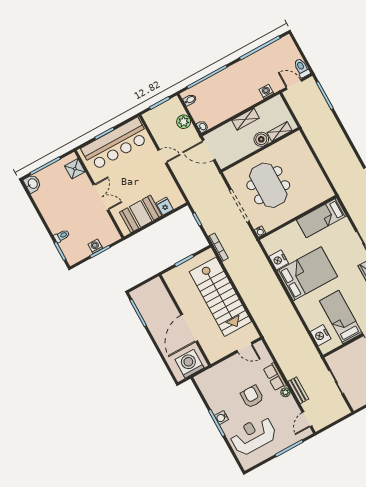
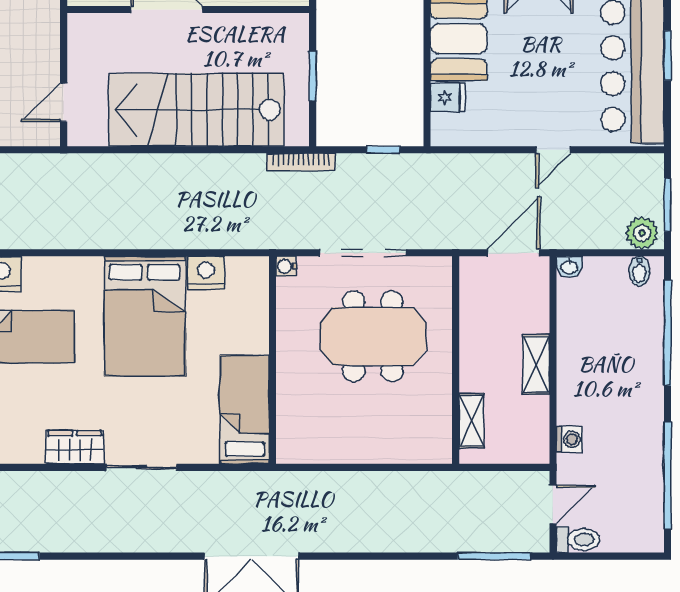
plant: (184, 122) -> (642, 233), moved
boiler: (261, 139) -> (476, 374), removed

